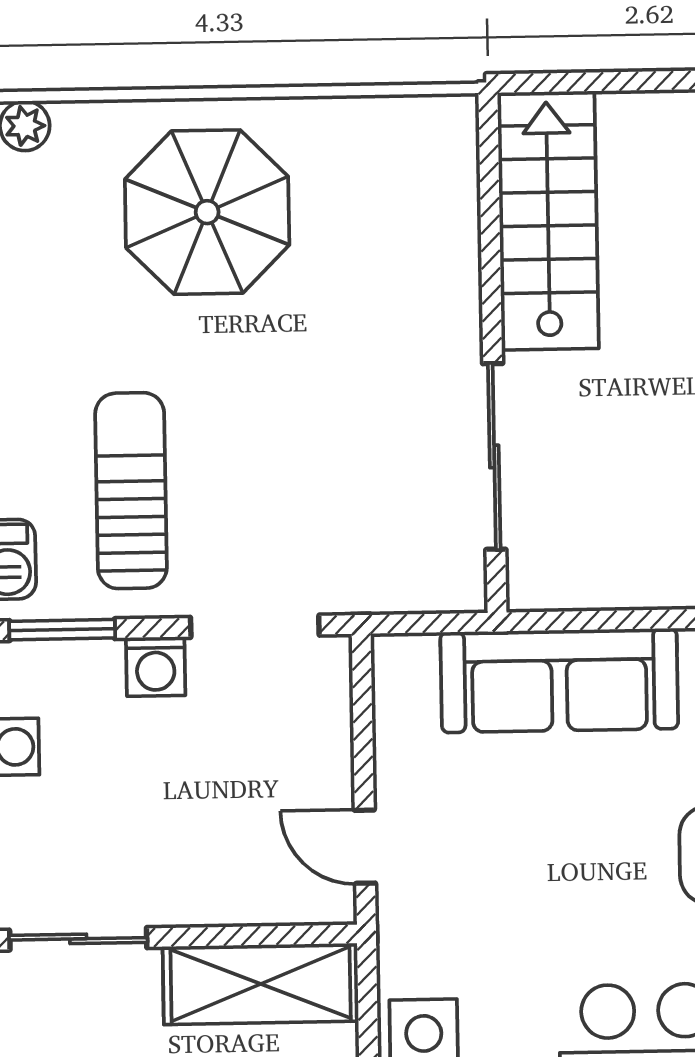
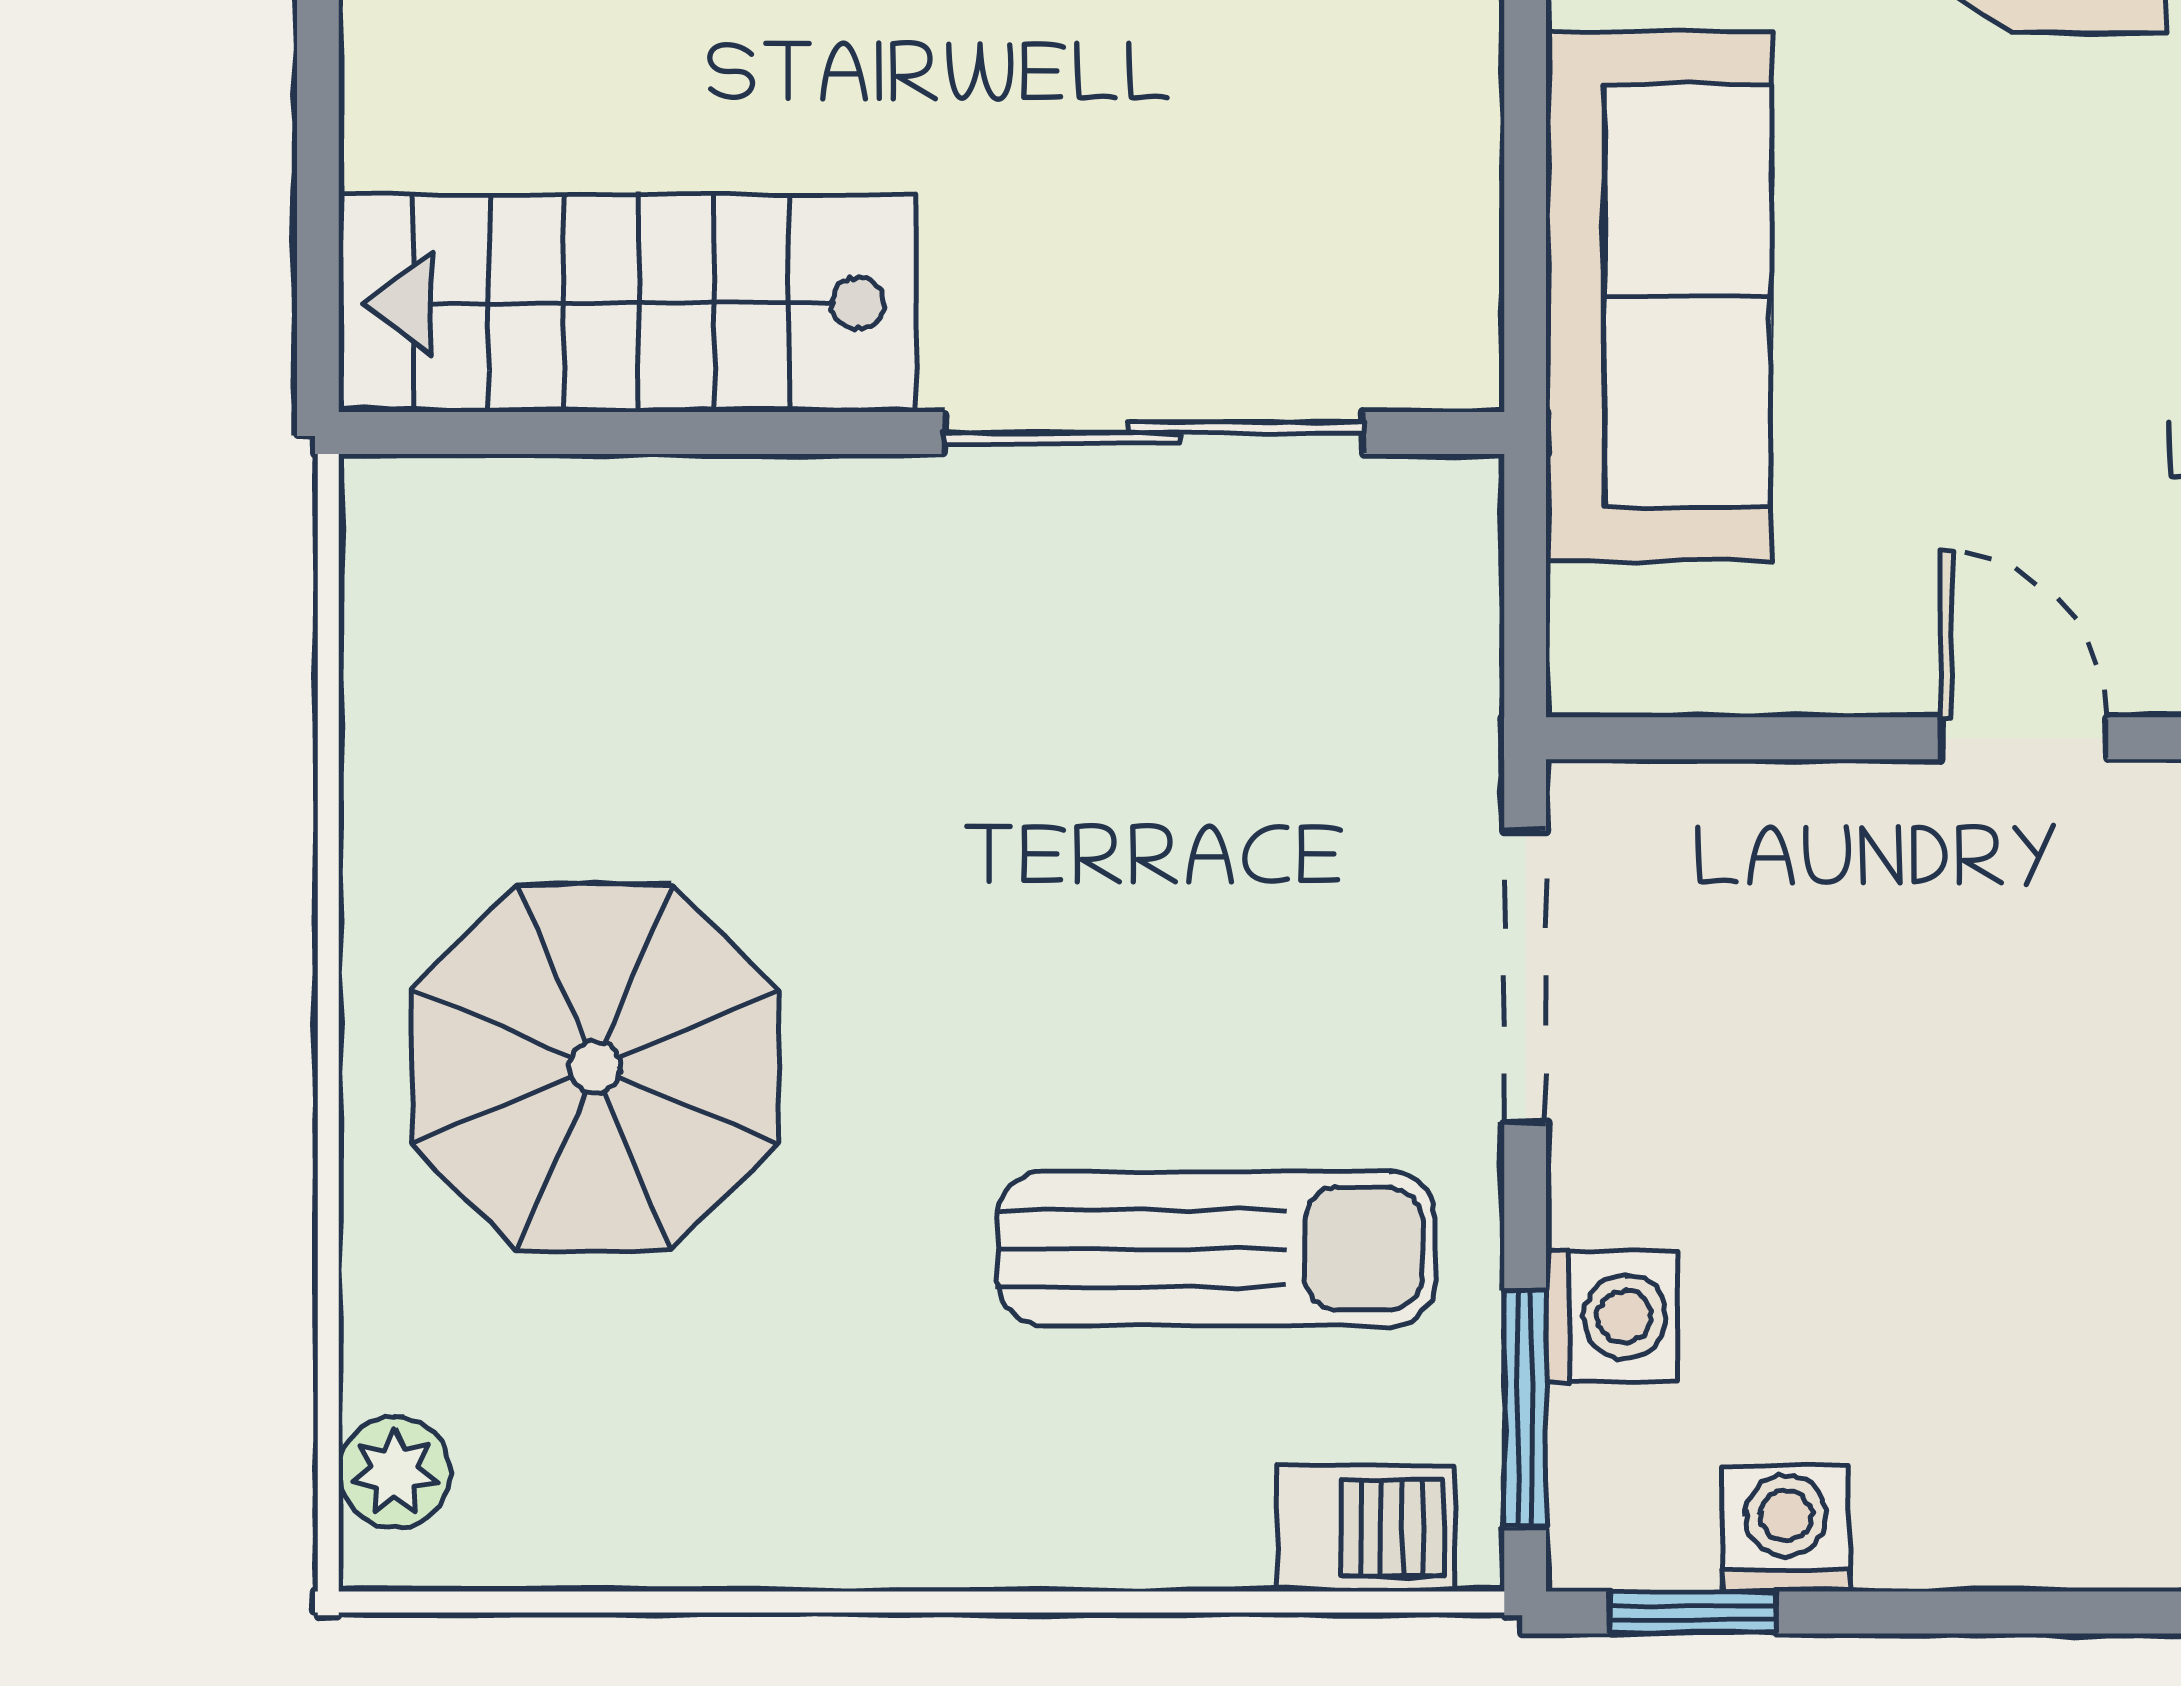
sun lounger: (131, 491) -> (1216, 1249), turned 180
washing machine: (156, 667) -> (1612, 1317), moved
door: (365, 847) -> (2024, 738), swing flipped

